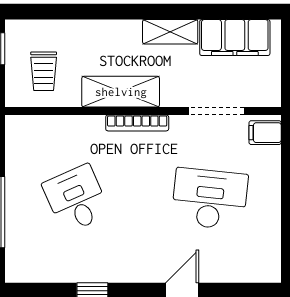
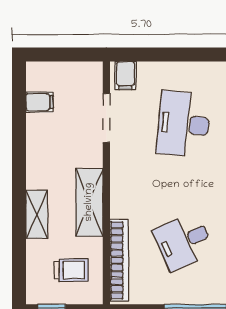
shelving: (170, 32) -> (37, 214), moved
filing cabinet: (235, 38) -> (39, 102), width x0.33, depth x0.86
bookcase: (137, 123) -> (119, 260), moved, width x1.48, depth x1.31

